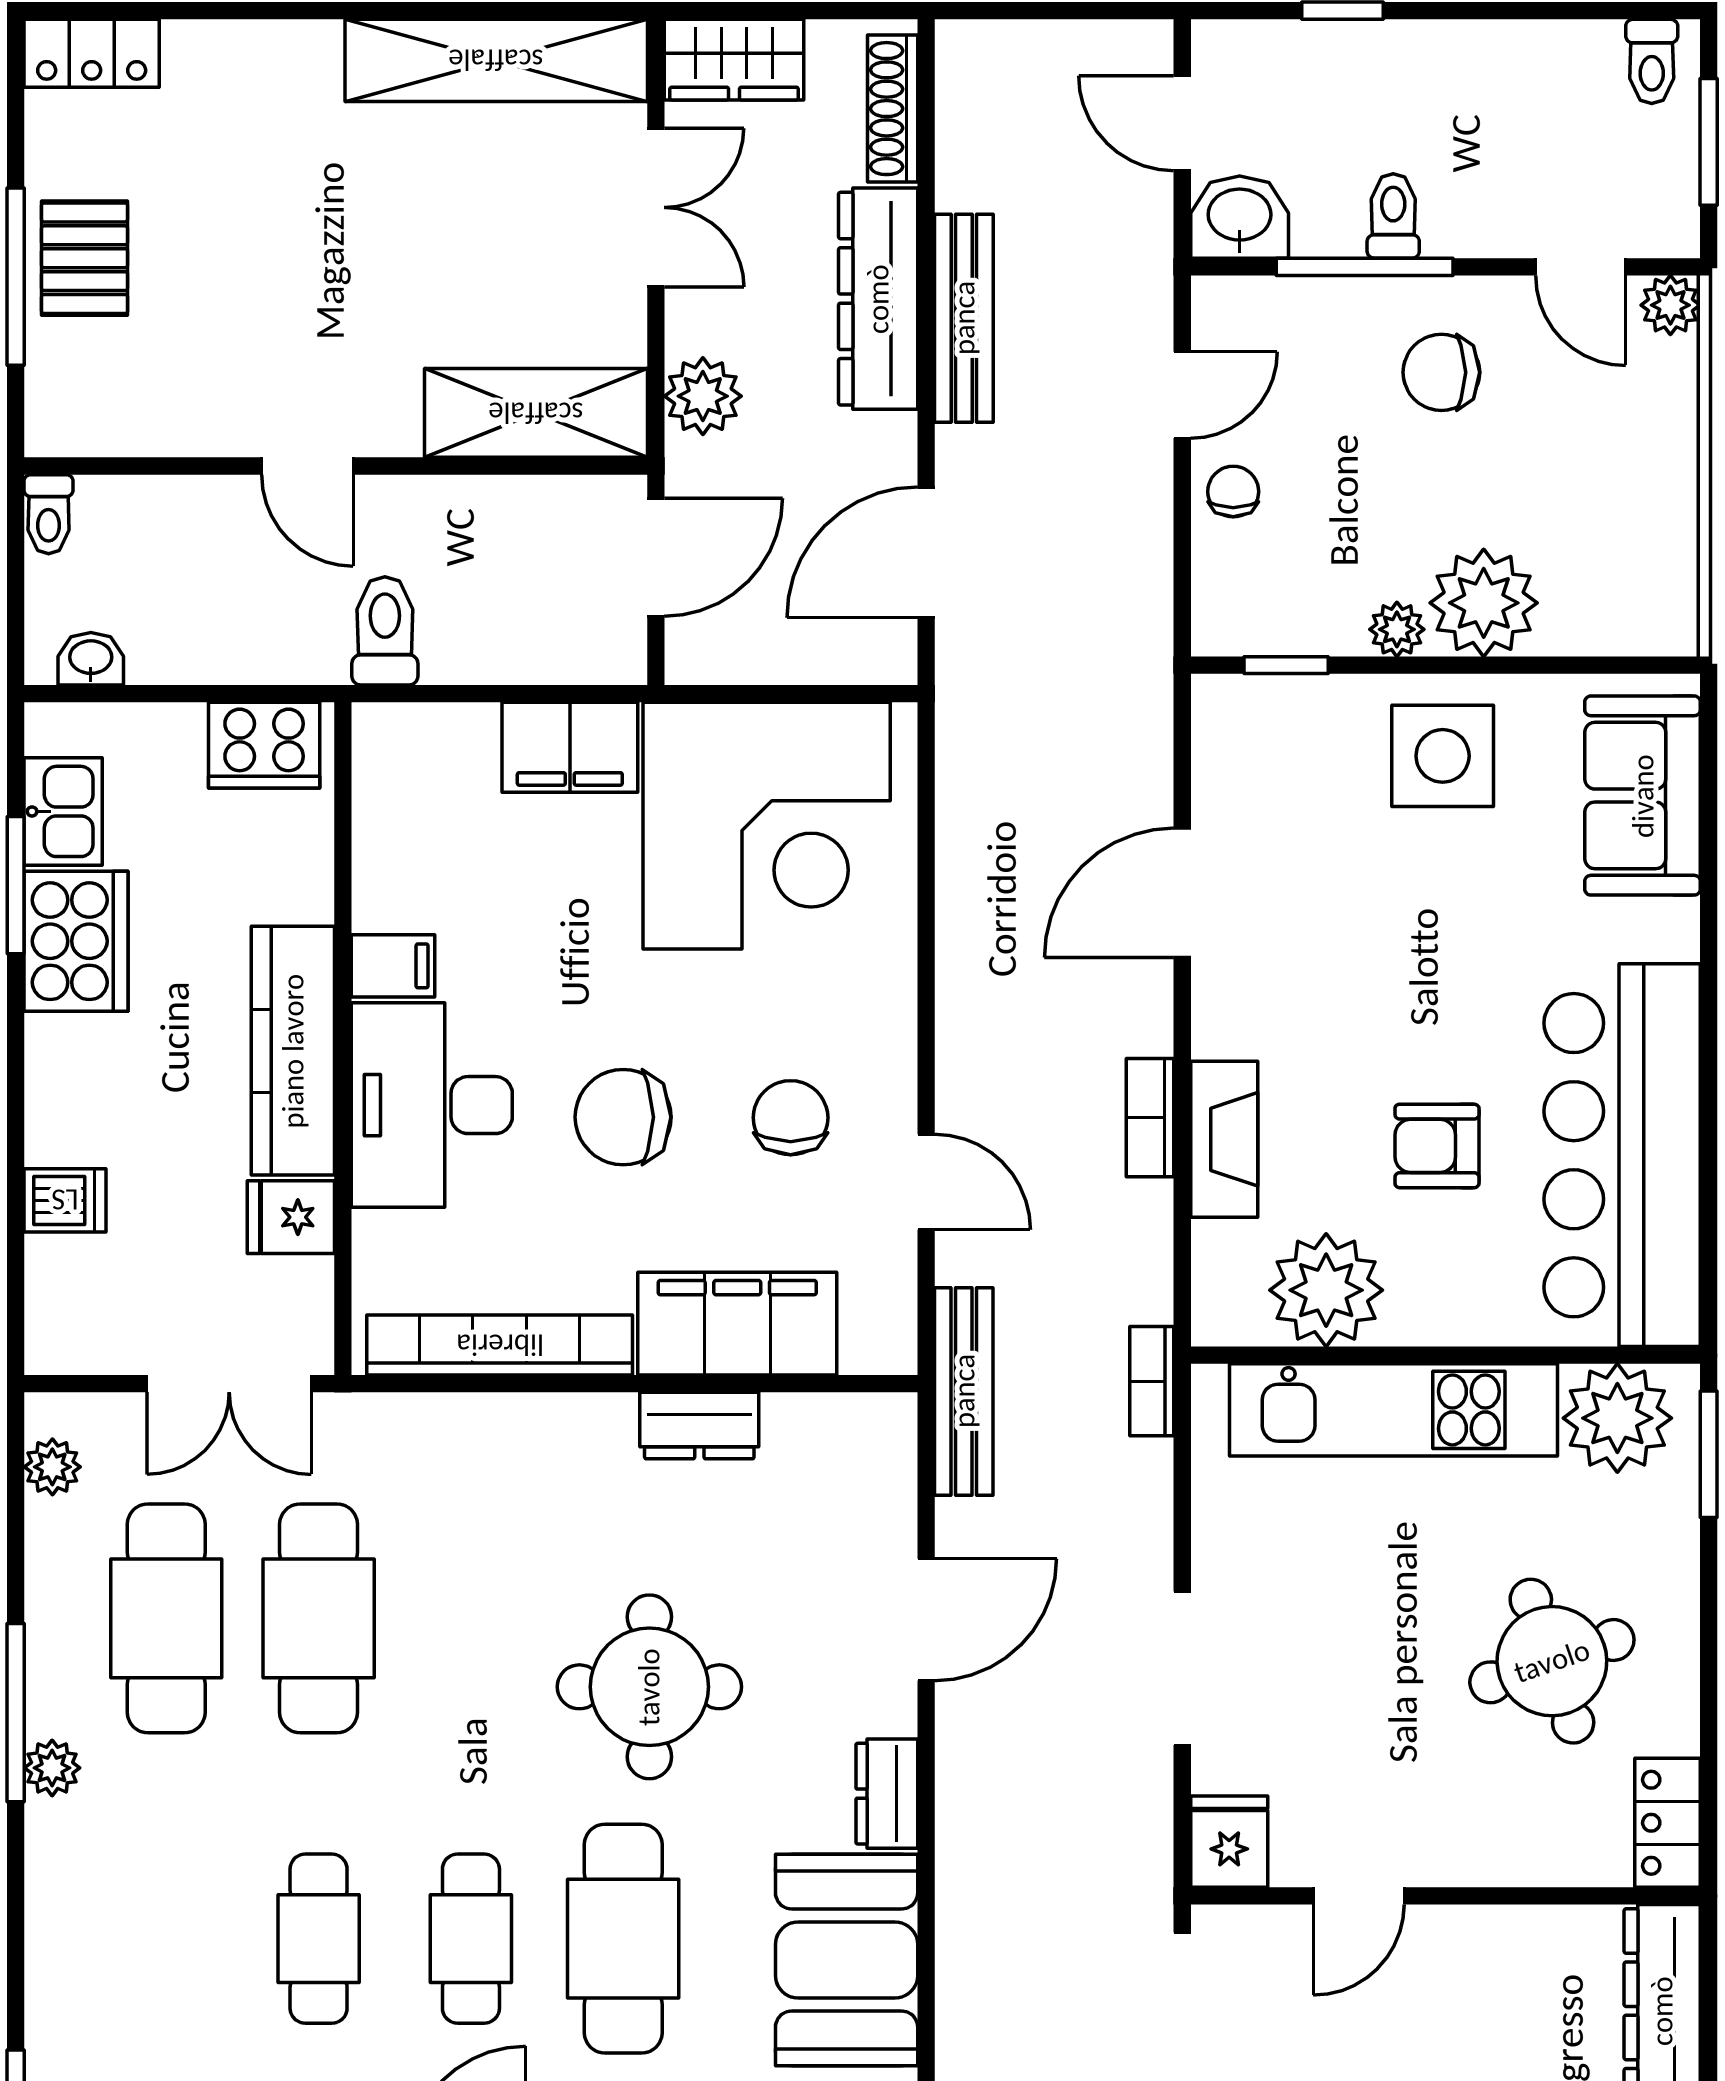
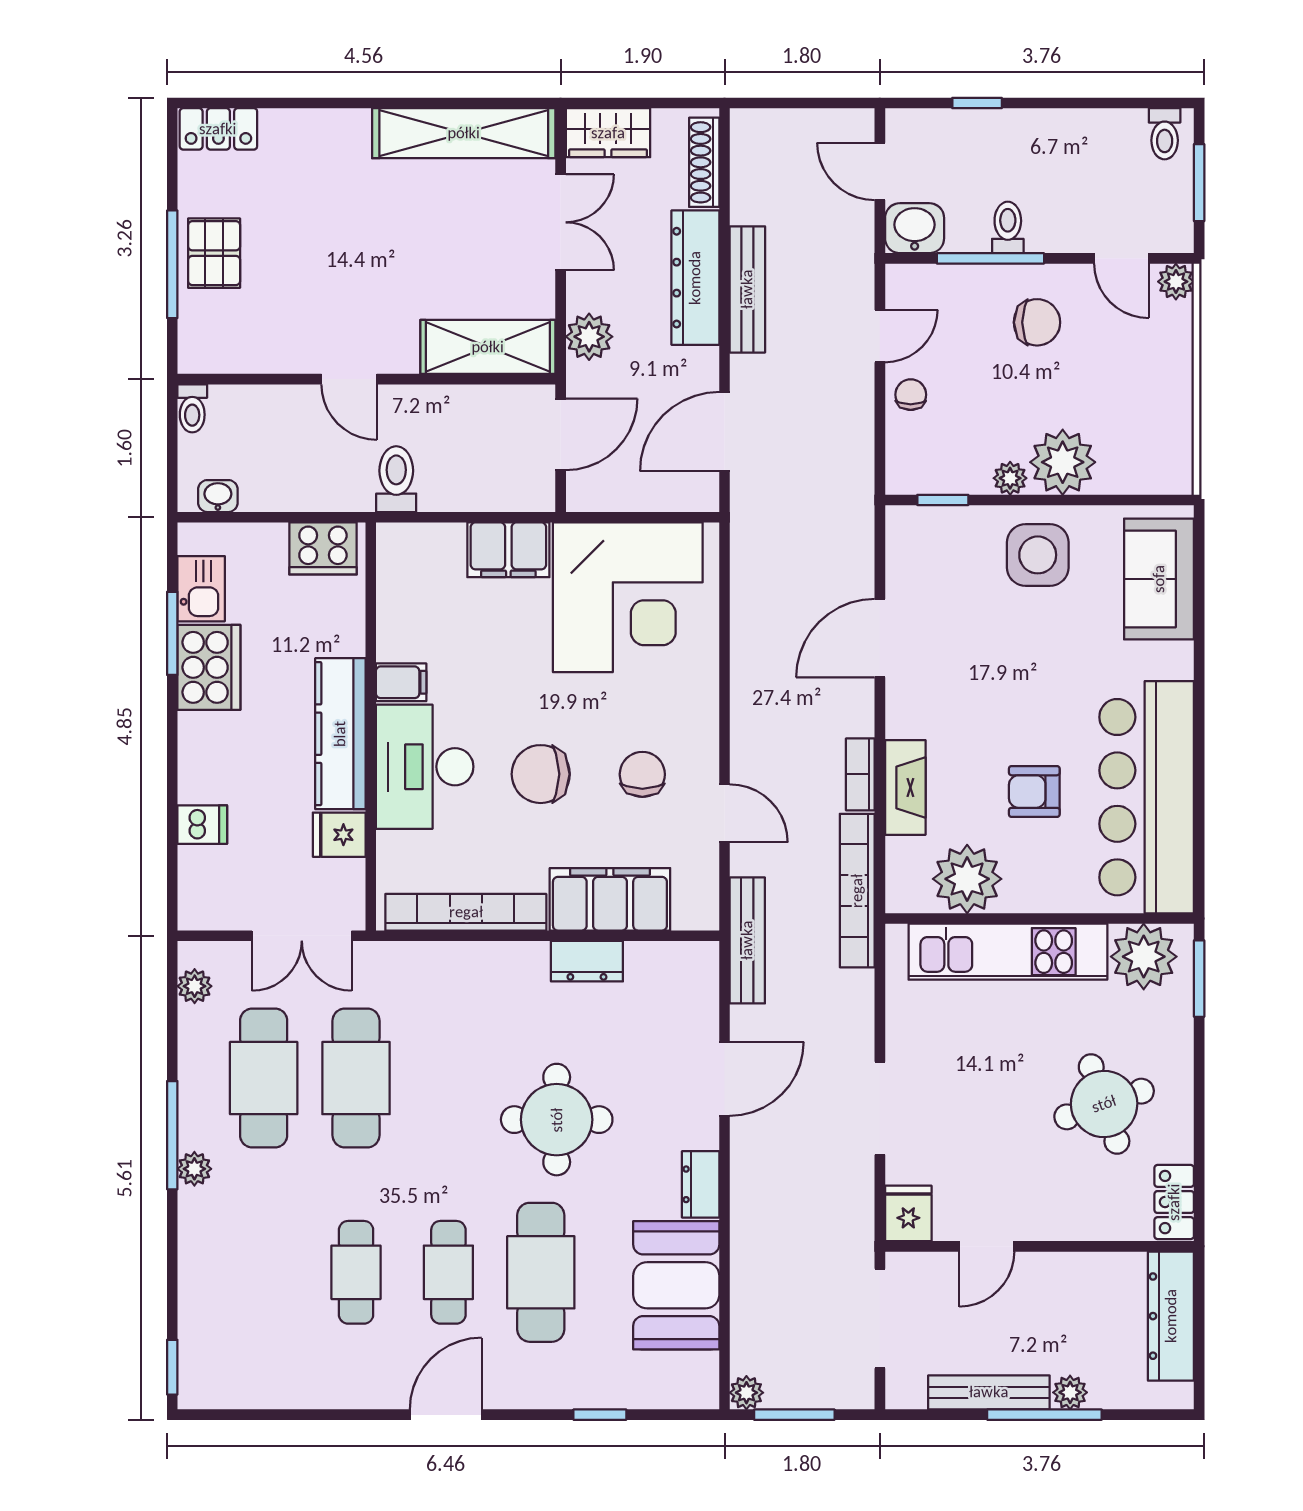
chair: (1441, 372) -> (1037, 322), turned 180
bookcase: (1152, 1381) -> (857, 891), width x2.31, depth x1.31

